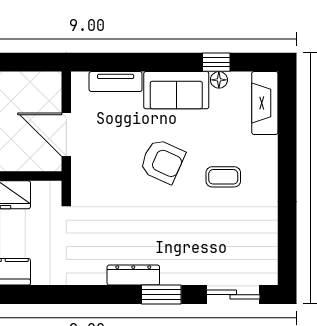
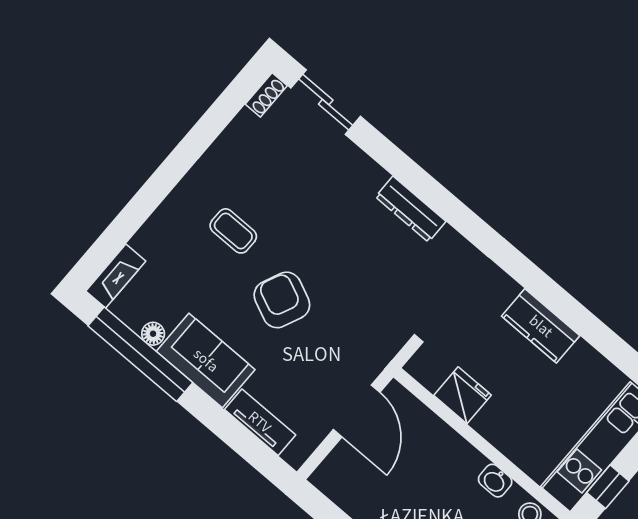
window: (216, 62) -> (140, 354), width x3.17
fireplace: (265, 103) -> (116, 276), width x0.73, depth x0.76
shoe rack: (270, 270) -> (266, 95), added
window: (161, 295) -> (399, 165), removed

